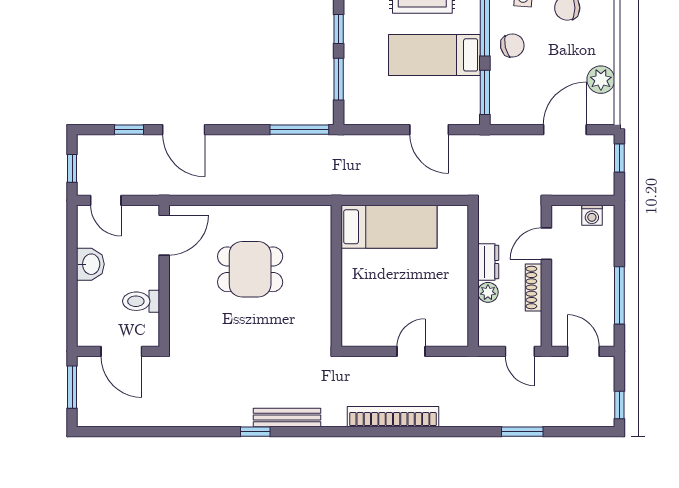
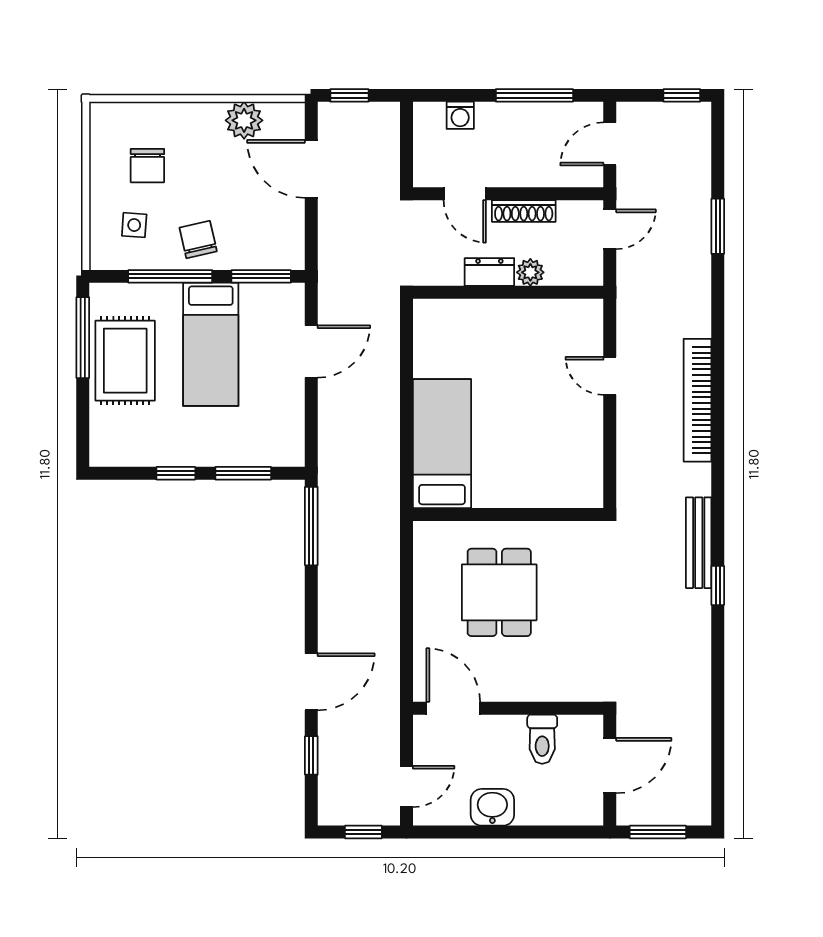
washing machine: (592, 215) -> (460, 115), moved, turned 90
bed: (389, 227) -> (442, 444), moved
wall: (336, 276) -> (508, 515), moved

